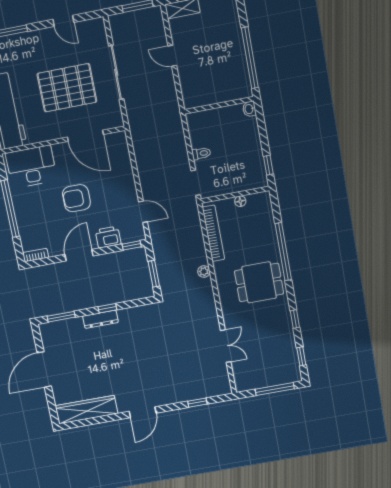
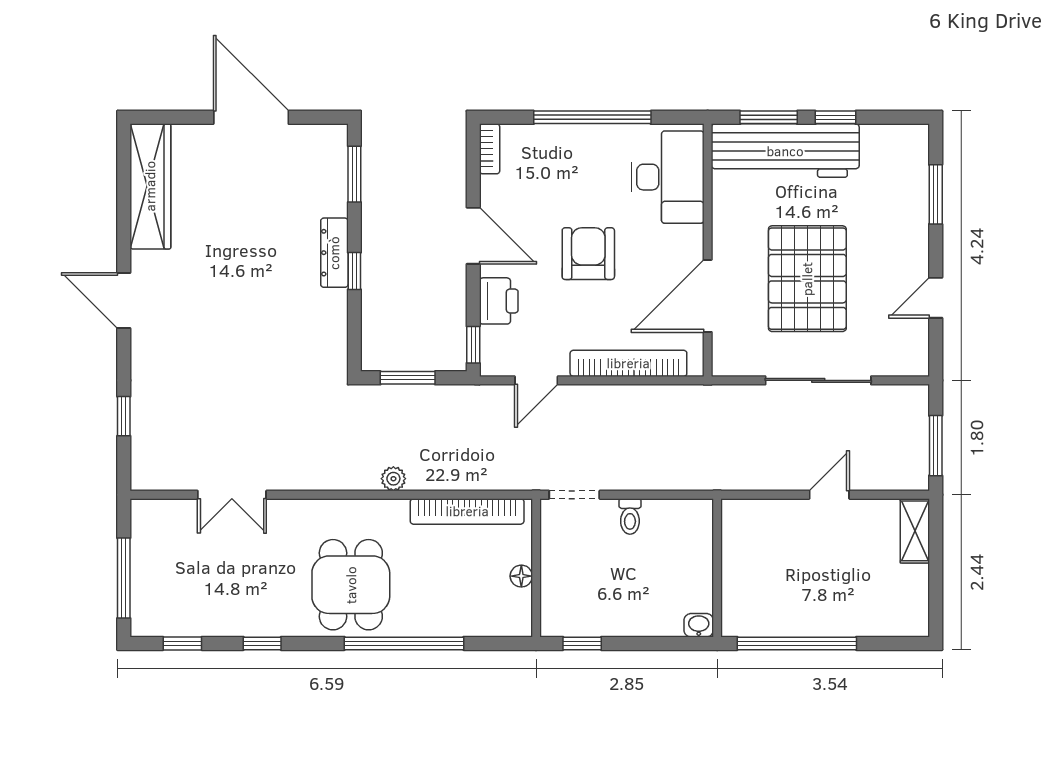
bookcase: (126, 168) -> (628, 363), added

